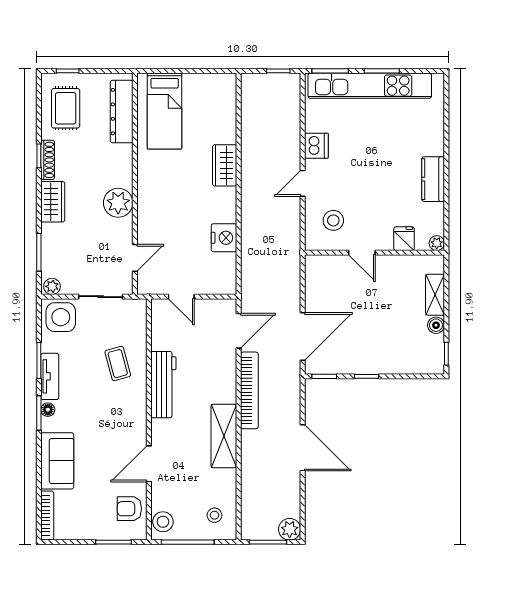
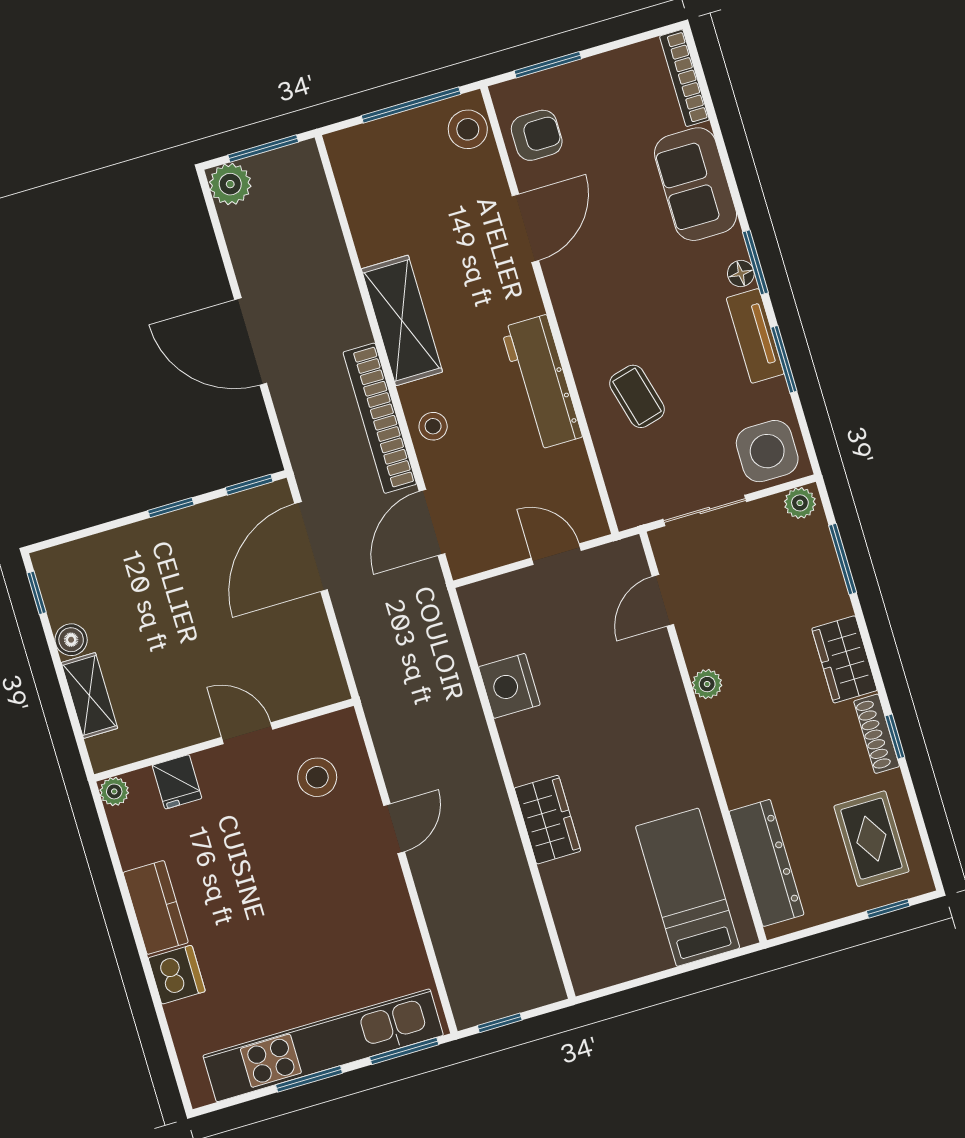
dishwasher: (316, 146) -> (177, 975), moved, turned 180
plant: (118, 203) -> (707, 684), width x0.53, depth x0.53
stool: (214, 515) -> (433, 426), moved

